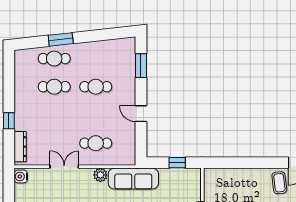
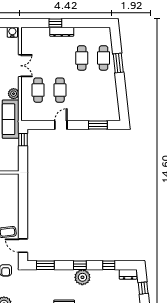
cafe table: (96, 87) -> (60, 90), moved
dresser: (20, 147) -> (62, 32), moved
window: (177, 163) -> (23, 140), moved

